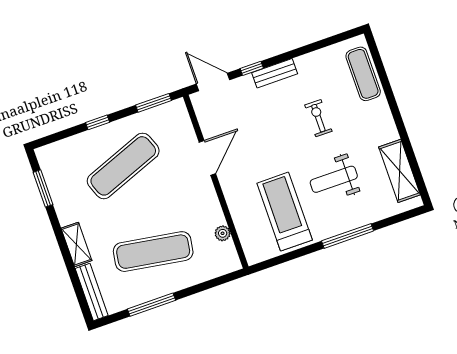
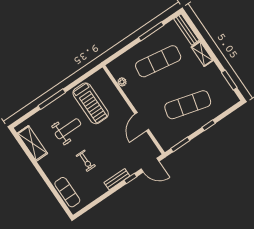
exercise mat: (123, 166) -> (188, 105), turned 36

